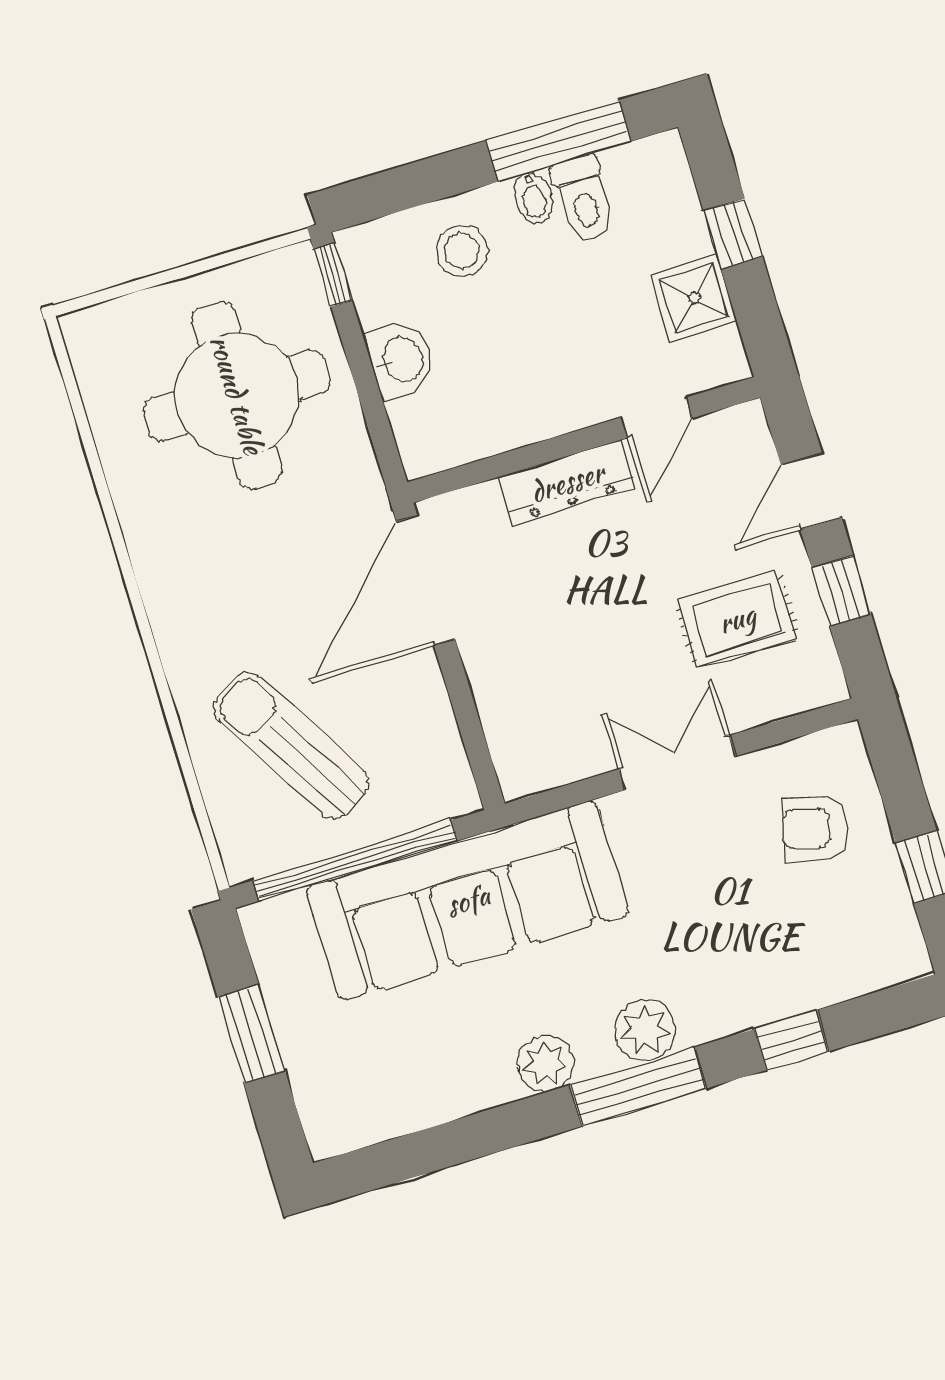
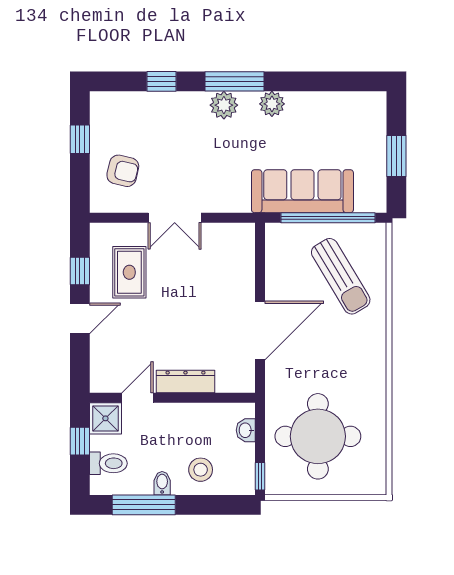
toilet: (583, 199) -> (108, 463), moved, turned 90
washbasin: (401, 360) -> (246, 430), width x0.72, depth x0.69
door: (657, 418) -> (138, 398), moved
wall: (584, 440) -> (172, 398), moved
dresser: (567, 482) -> (185, 381), moved
rug: (737, 619) -> (129, 272), turned 90
sofa: (468, 900) -> (302, 191), width x0.74, depth x0.79

